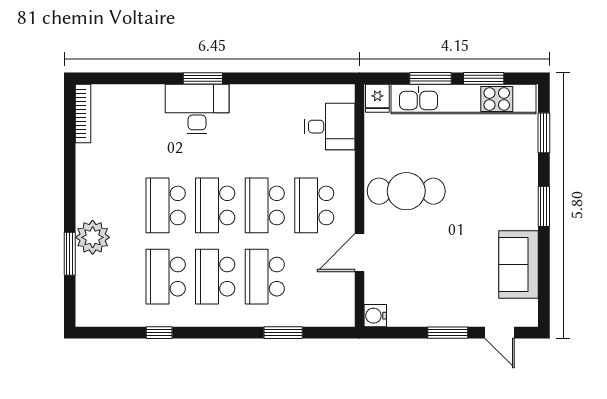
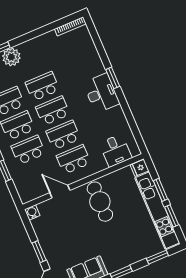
desk: (197, 109) -> (101, 93), moved

